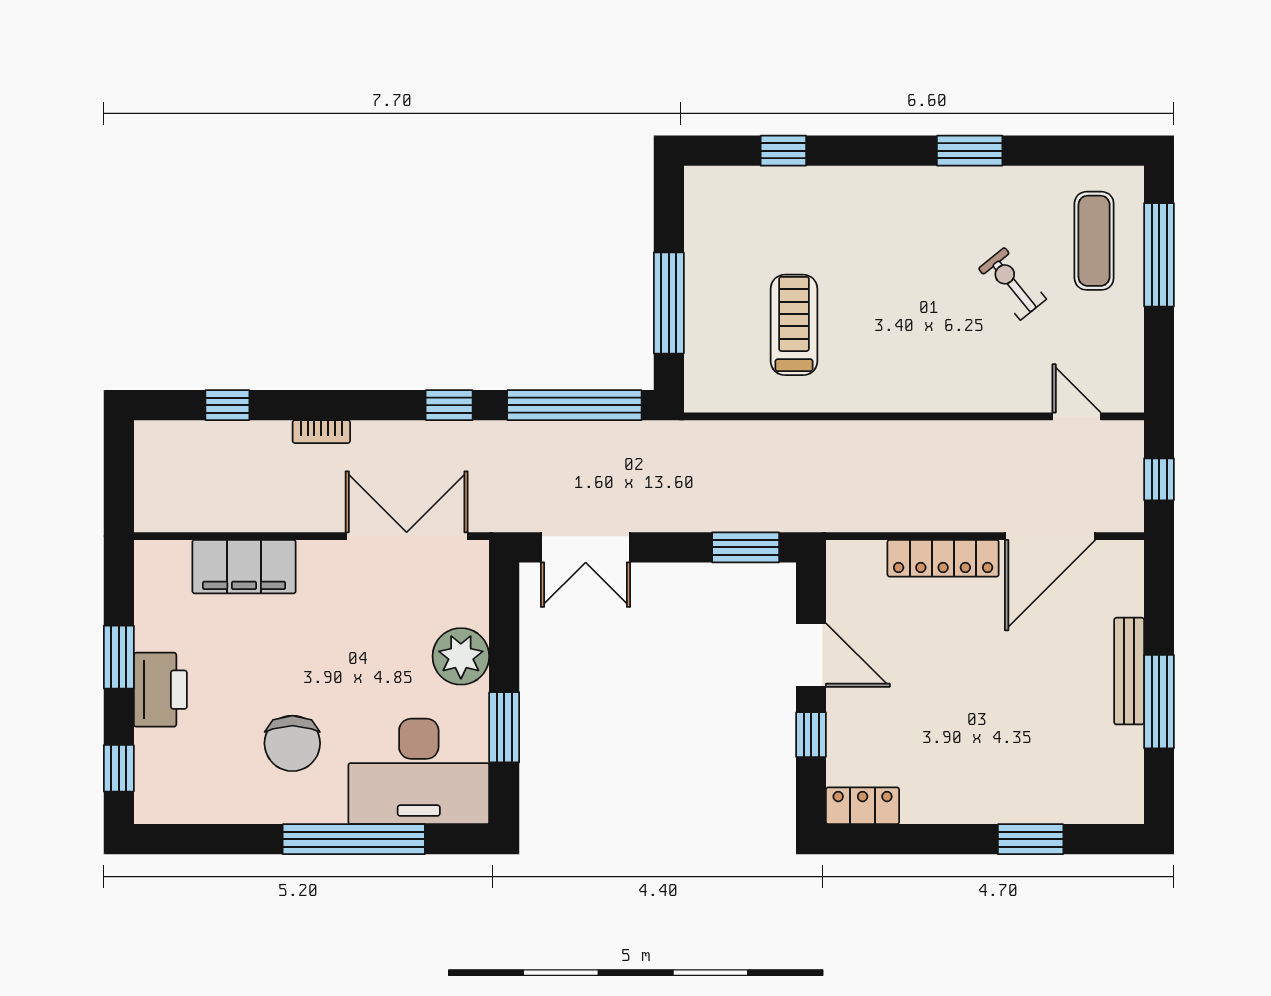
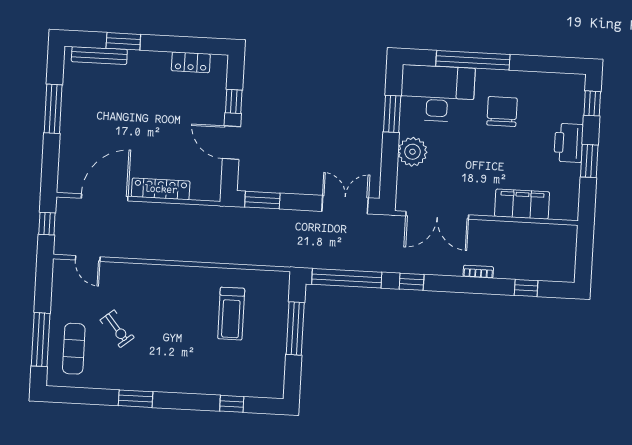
bench: (1129, 671) -> (99, 56), moved, turned 90
locker: (863, 806) -> (191, 62), moved

